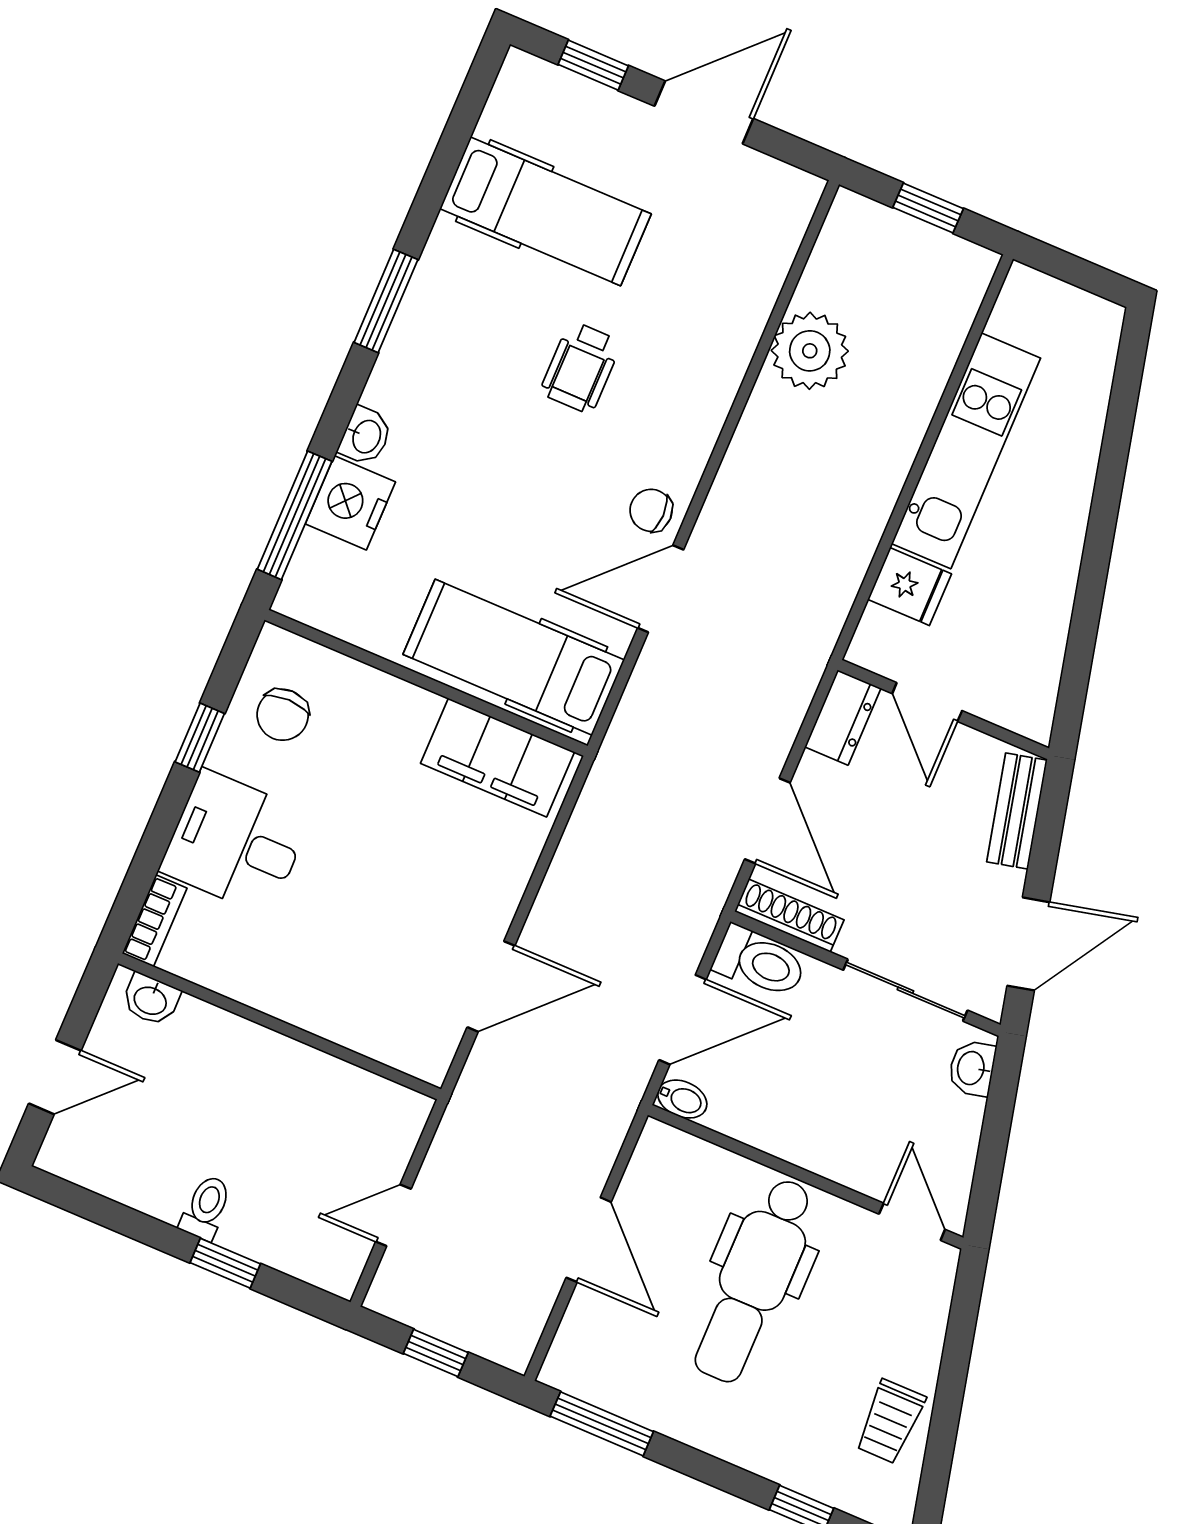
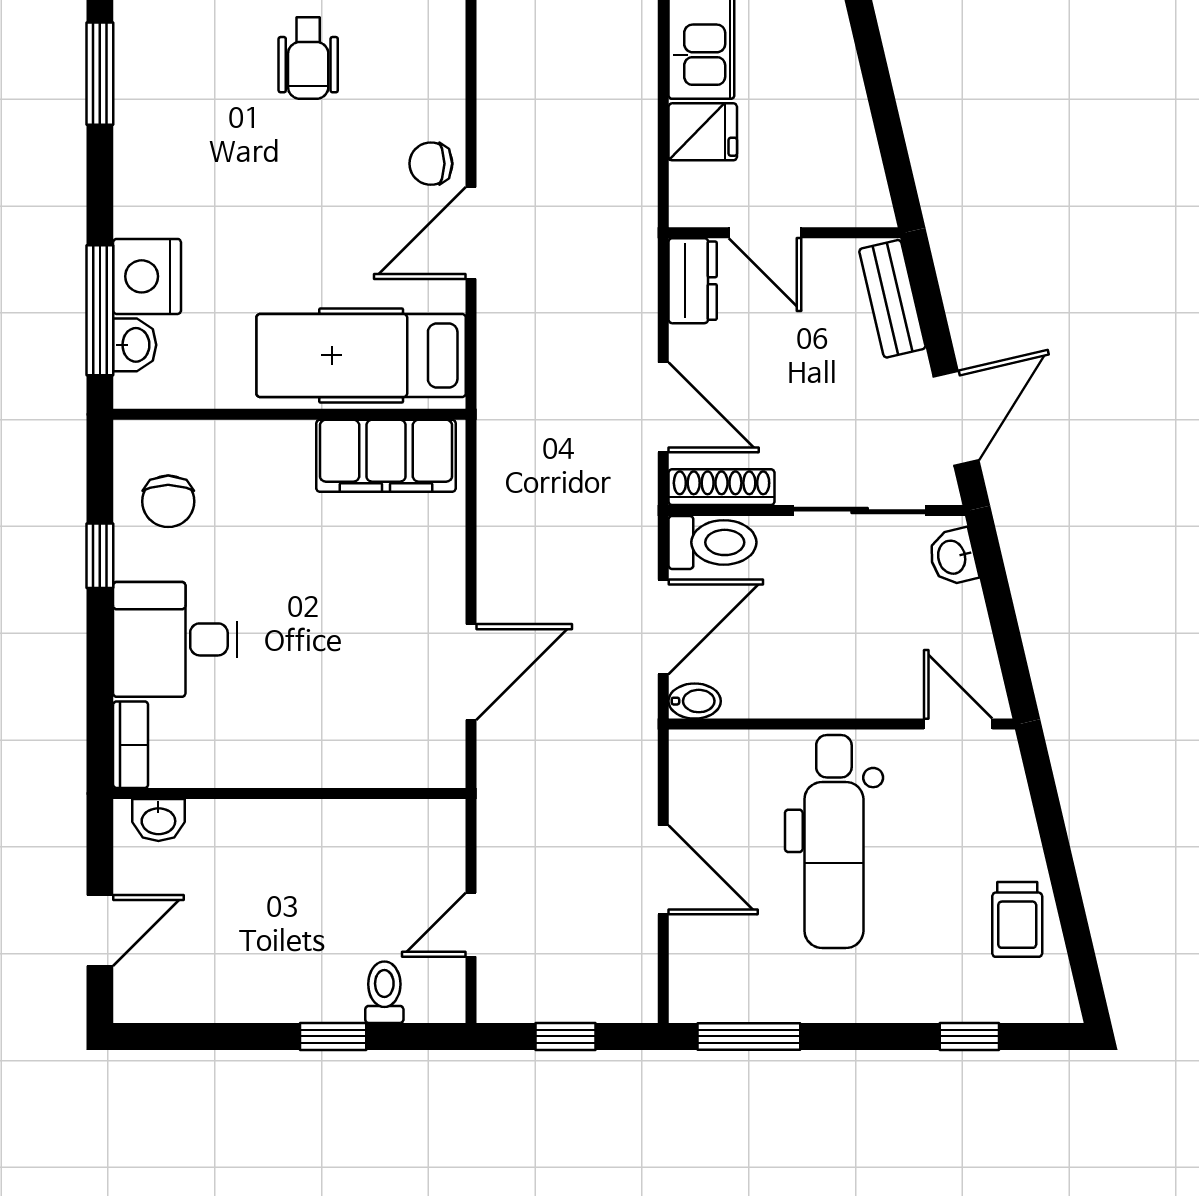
washbasin: (366, 436) -> (135, 345), moved
toilet: (206, 1208) -> (384, 992), moved

